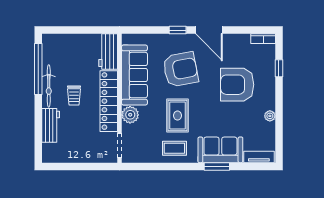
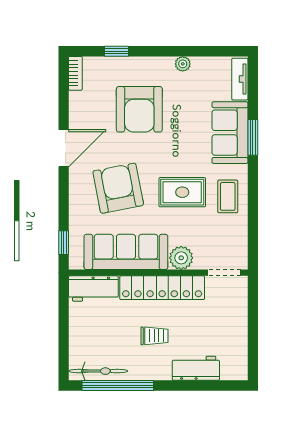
window: (178, 30) -> (64, 243), moved
bicycle: (49, 86) -> (98, 371), moved

